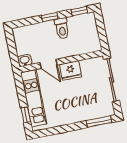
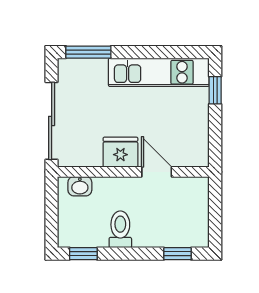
window: (50, 17) -> (177, 254), moved
washbasin: (25, 61) -> (80, 186), moved
kitchen unit: (34, 98) -> (159, 72), moved, turned -90

